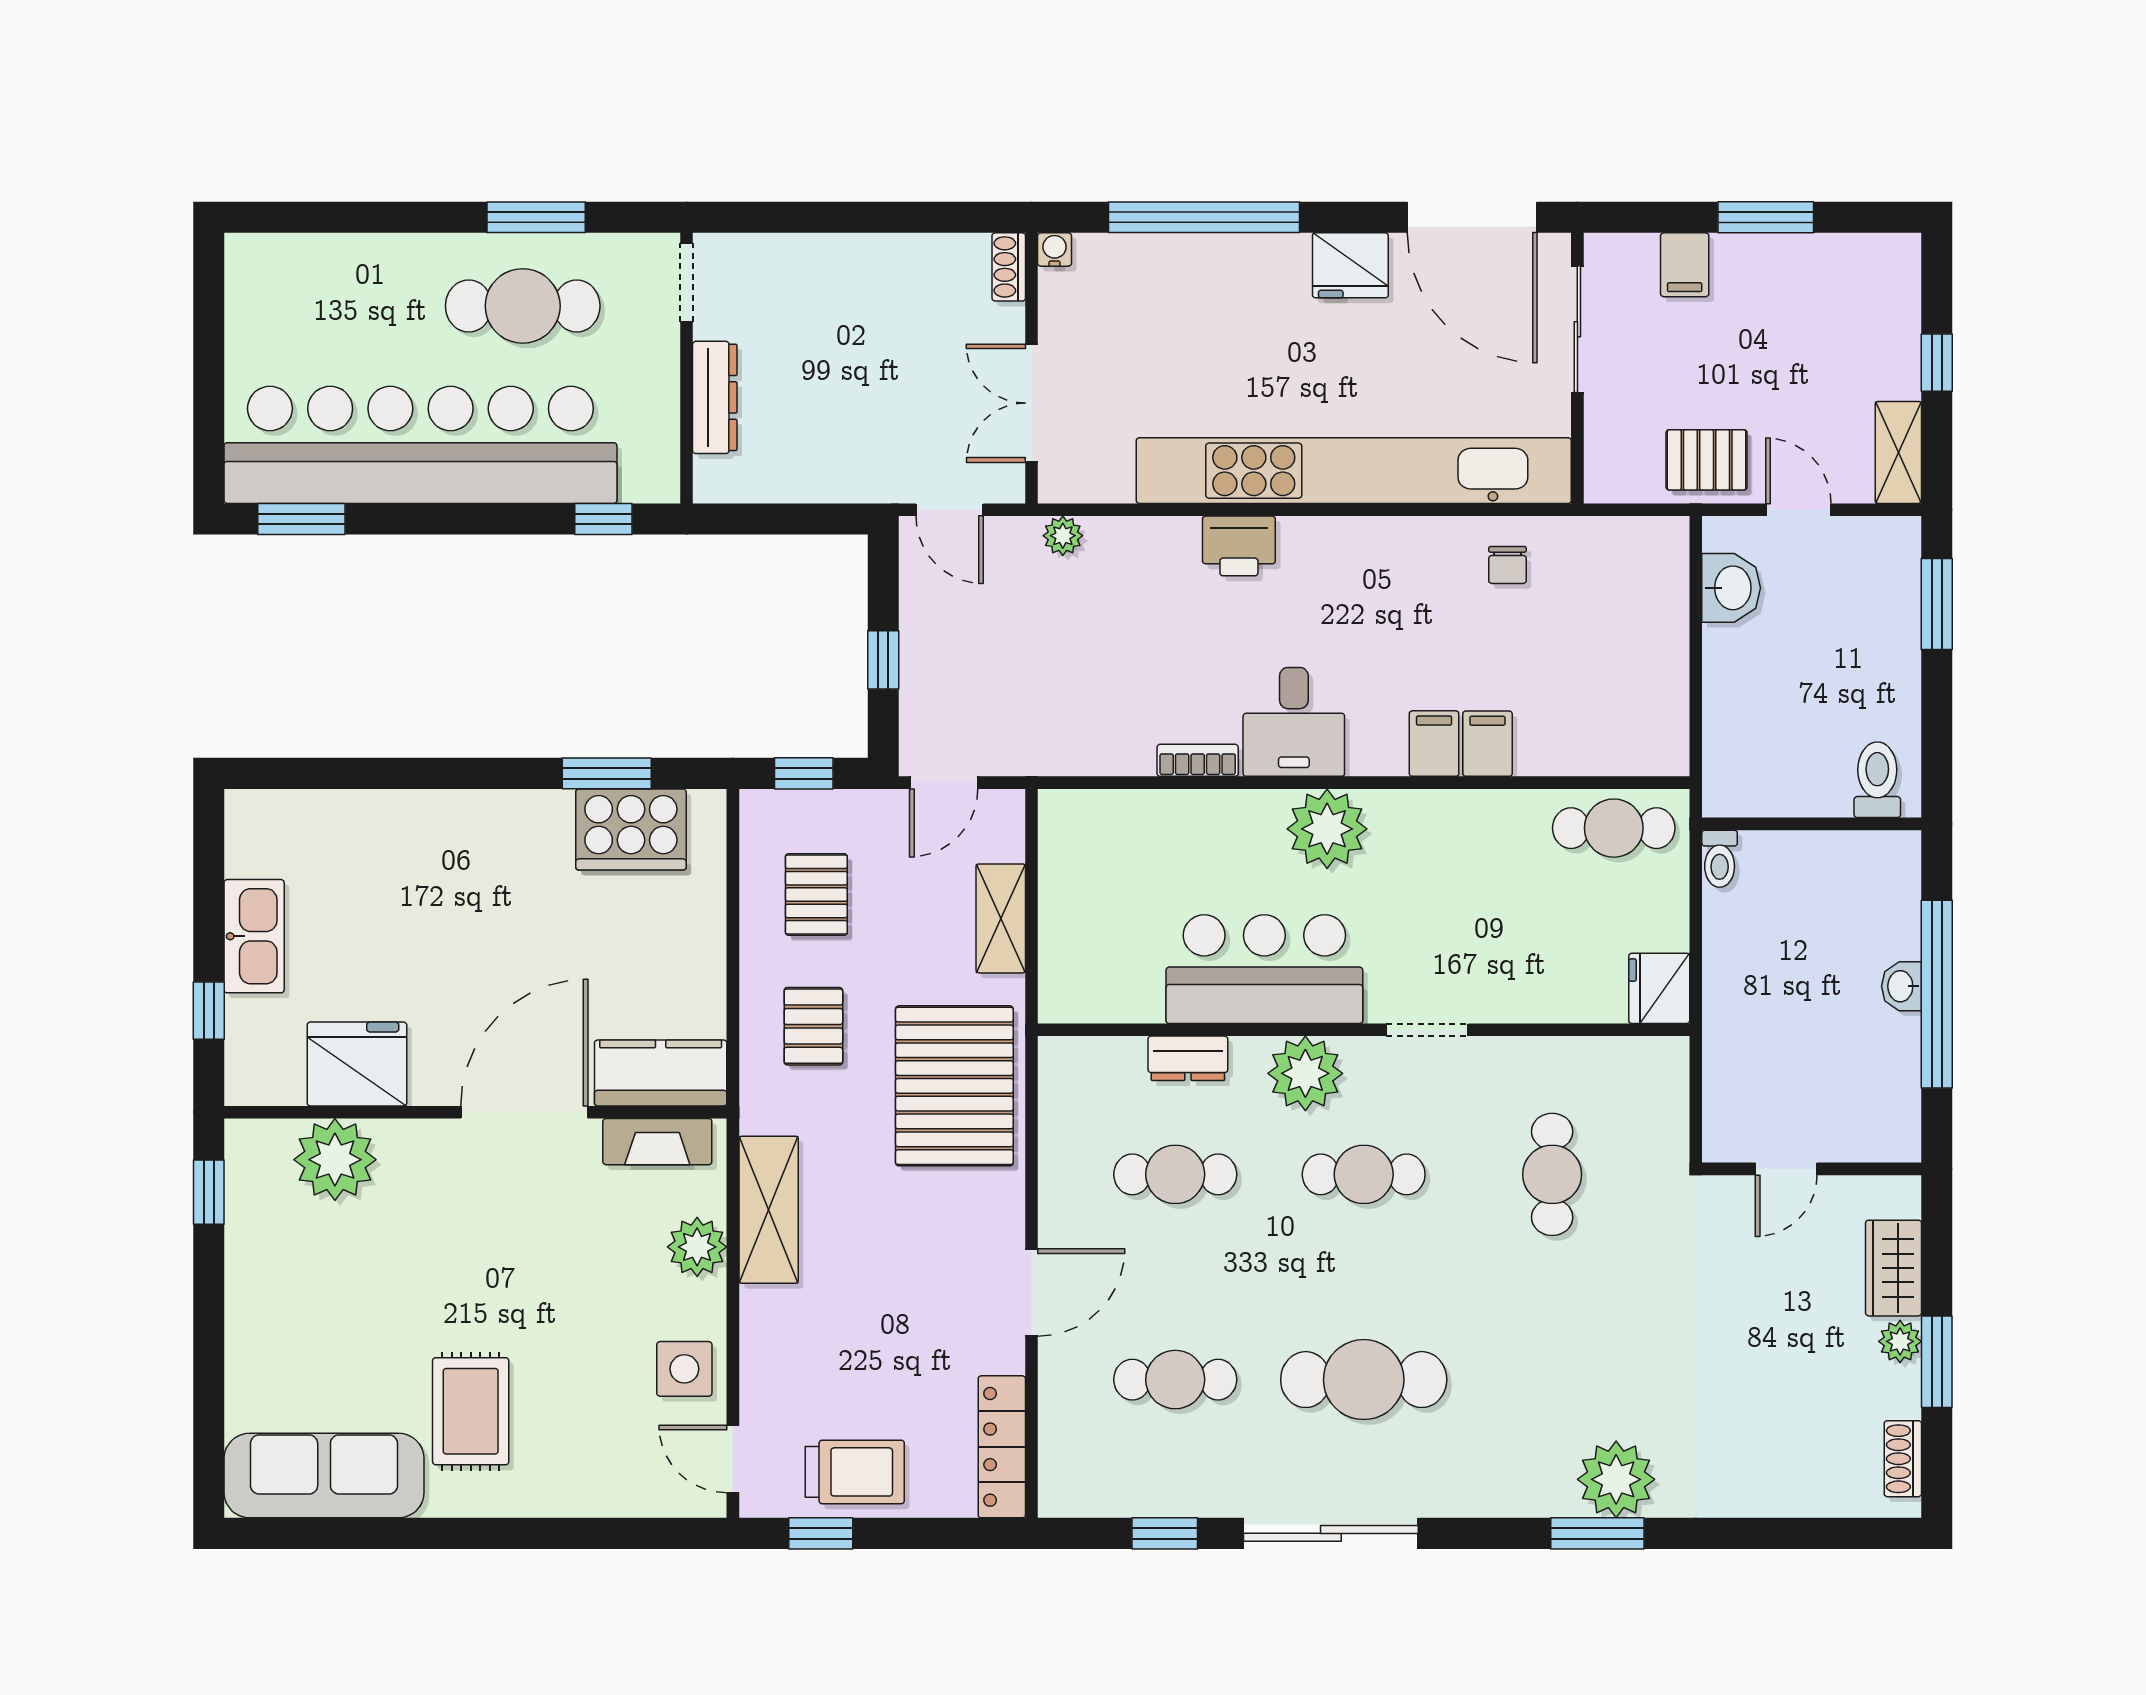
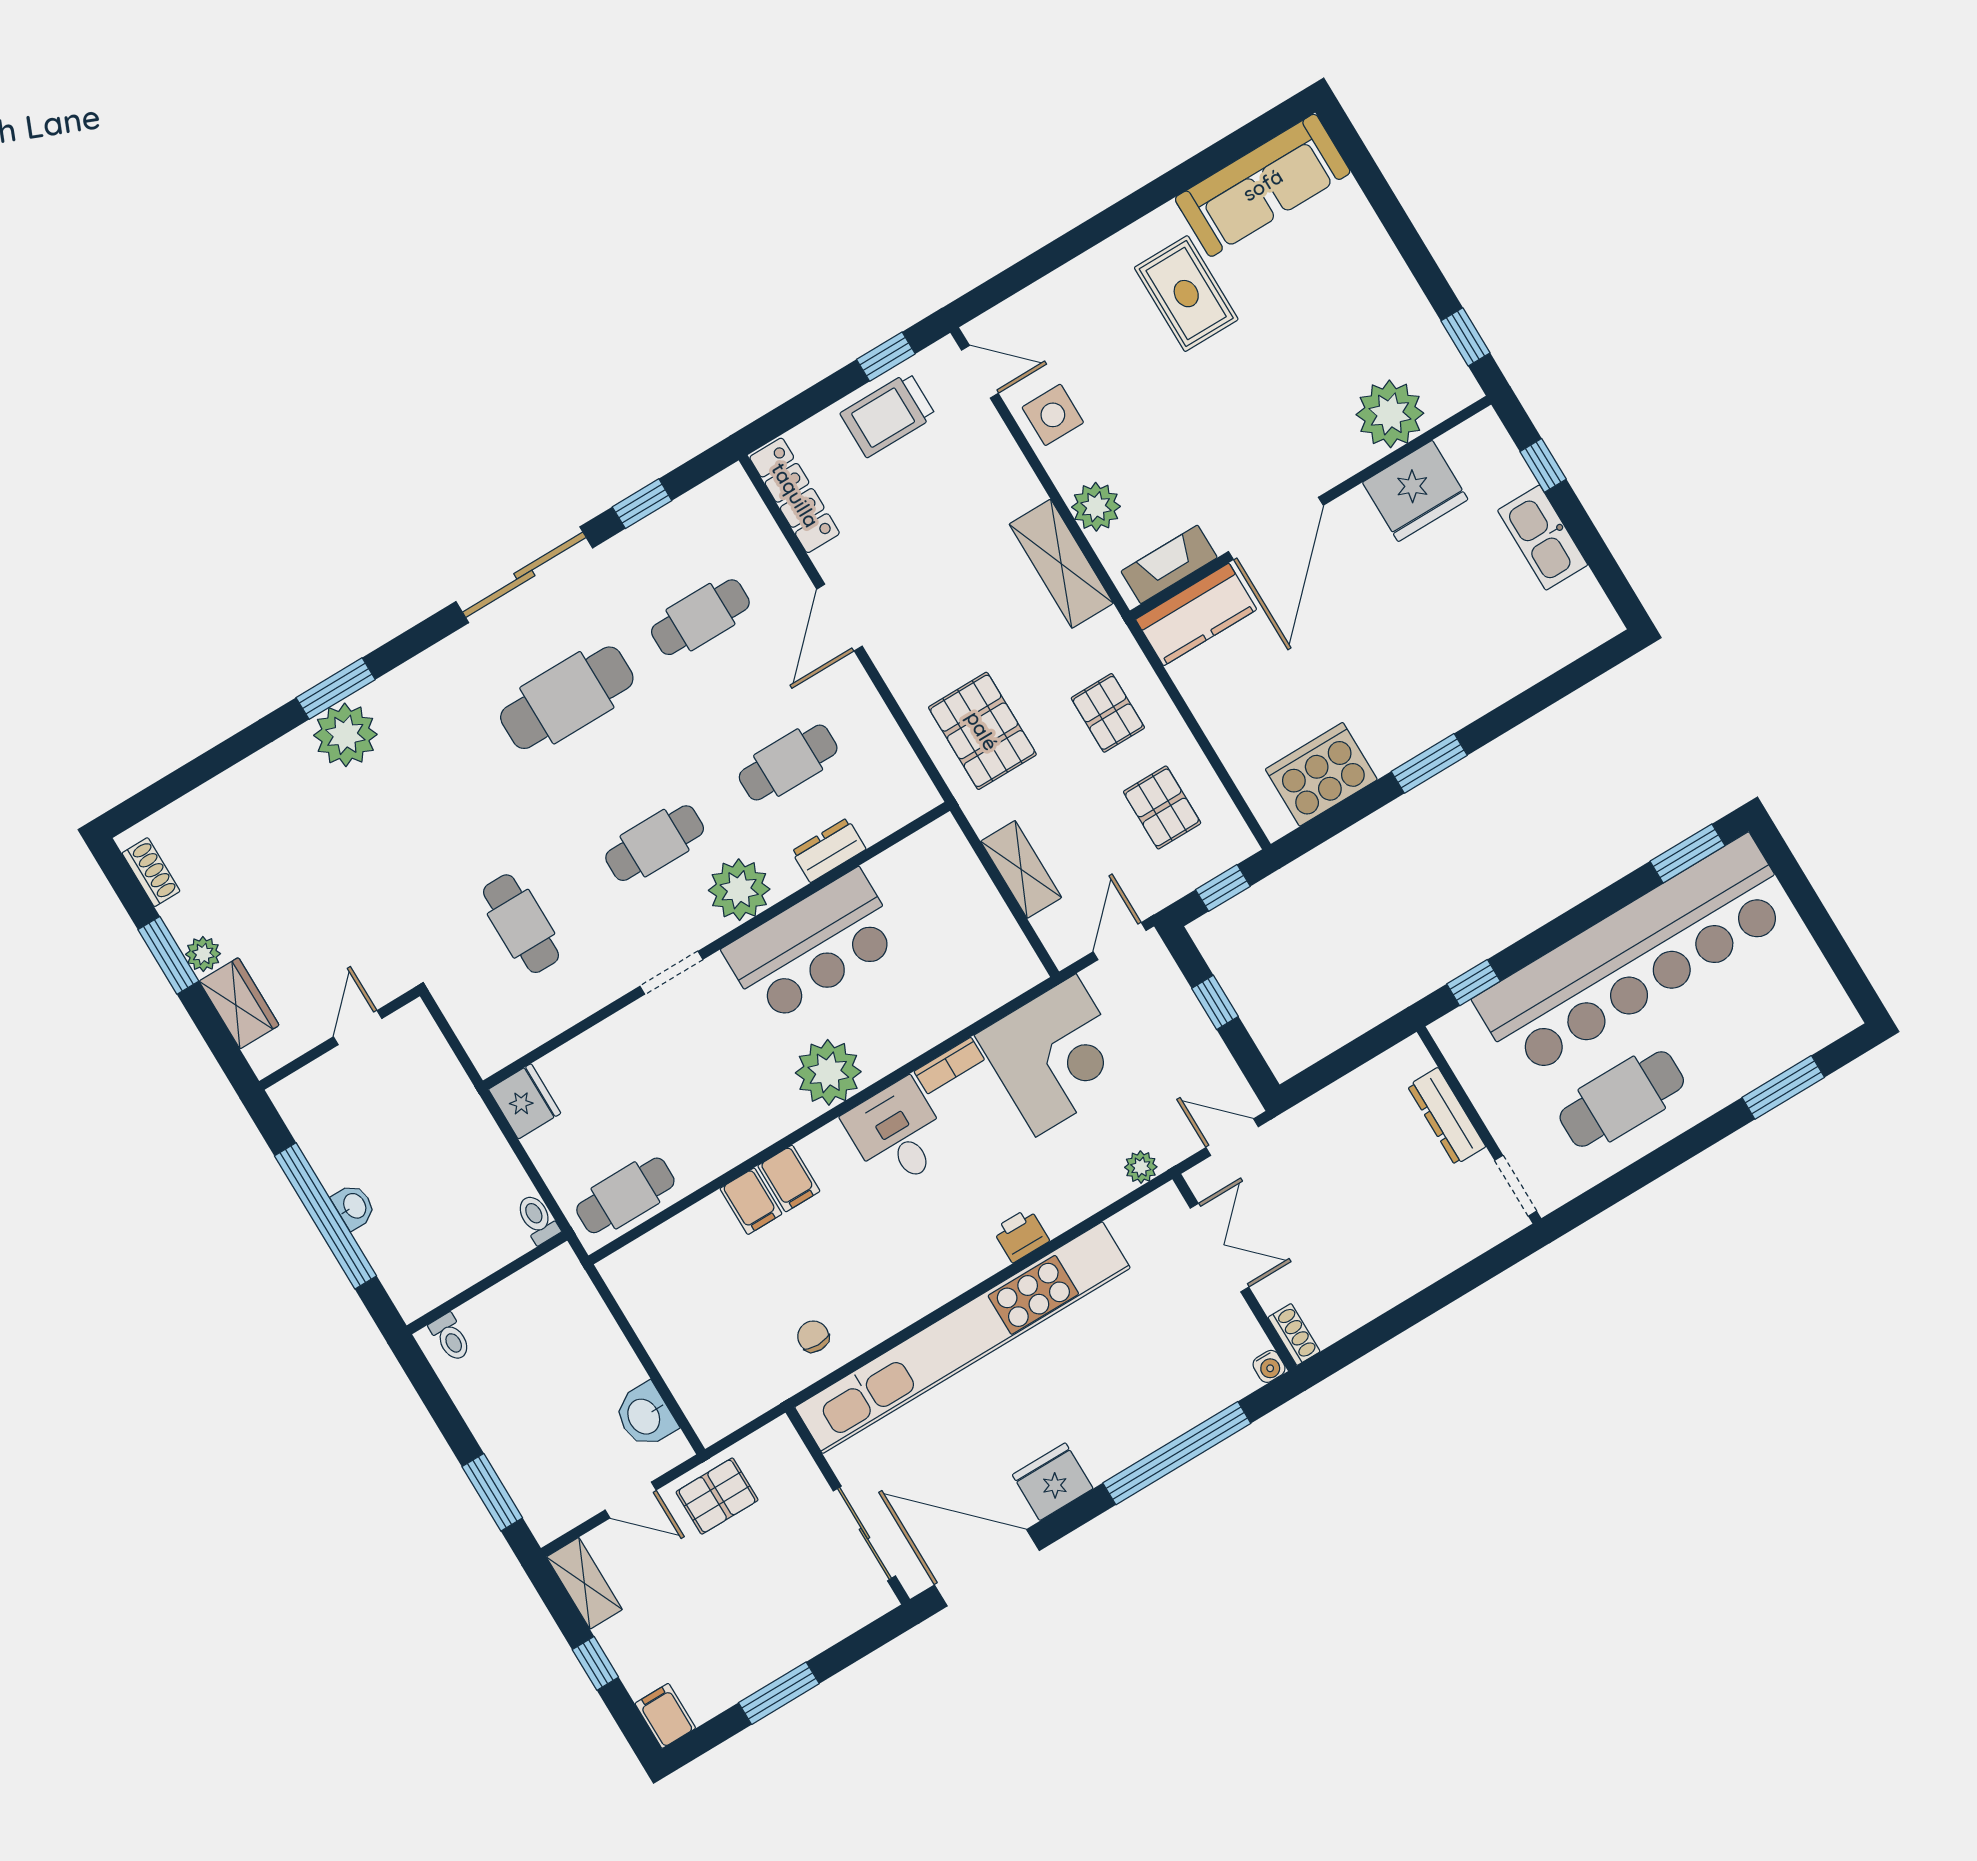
window: (536, 217) -> (1783, 1087), moved
filing cabinet: (1685, 265) -> (665, 1716), moved
printer: (1239, 546) -> (1021, 1235), width x0.73, depth x0.81
corner desk: (1081, 704) -> (1056, 1055), added
window: (607, 773) -> (1429, 763), moved
toilet: (1877, 780) -> (450, 1338), width x0.73, depth x0.72
pallet: (954, 1086) -> (982, 731), width x0.73, depth x0.71

